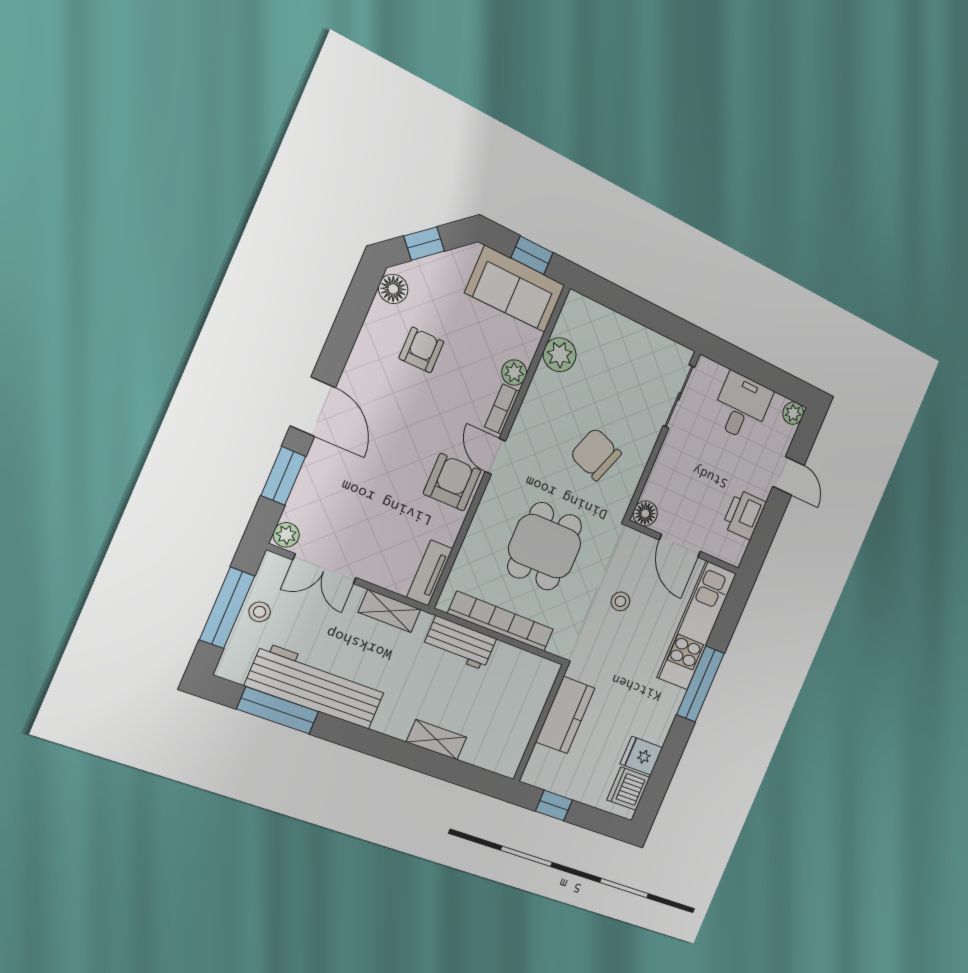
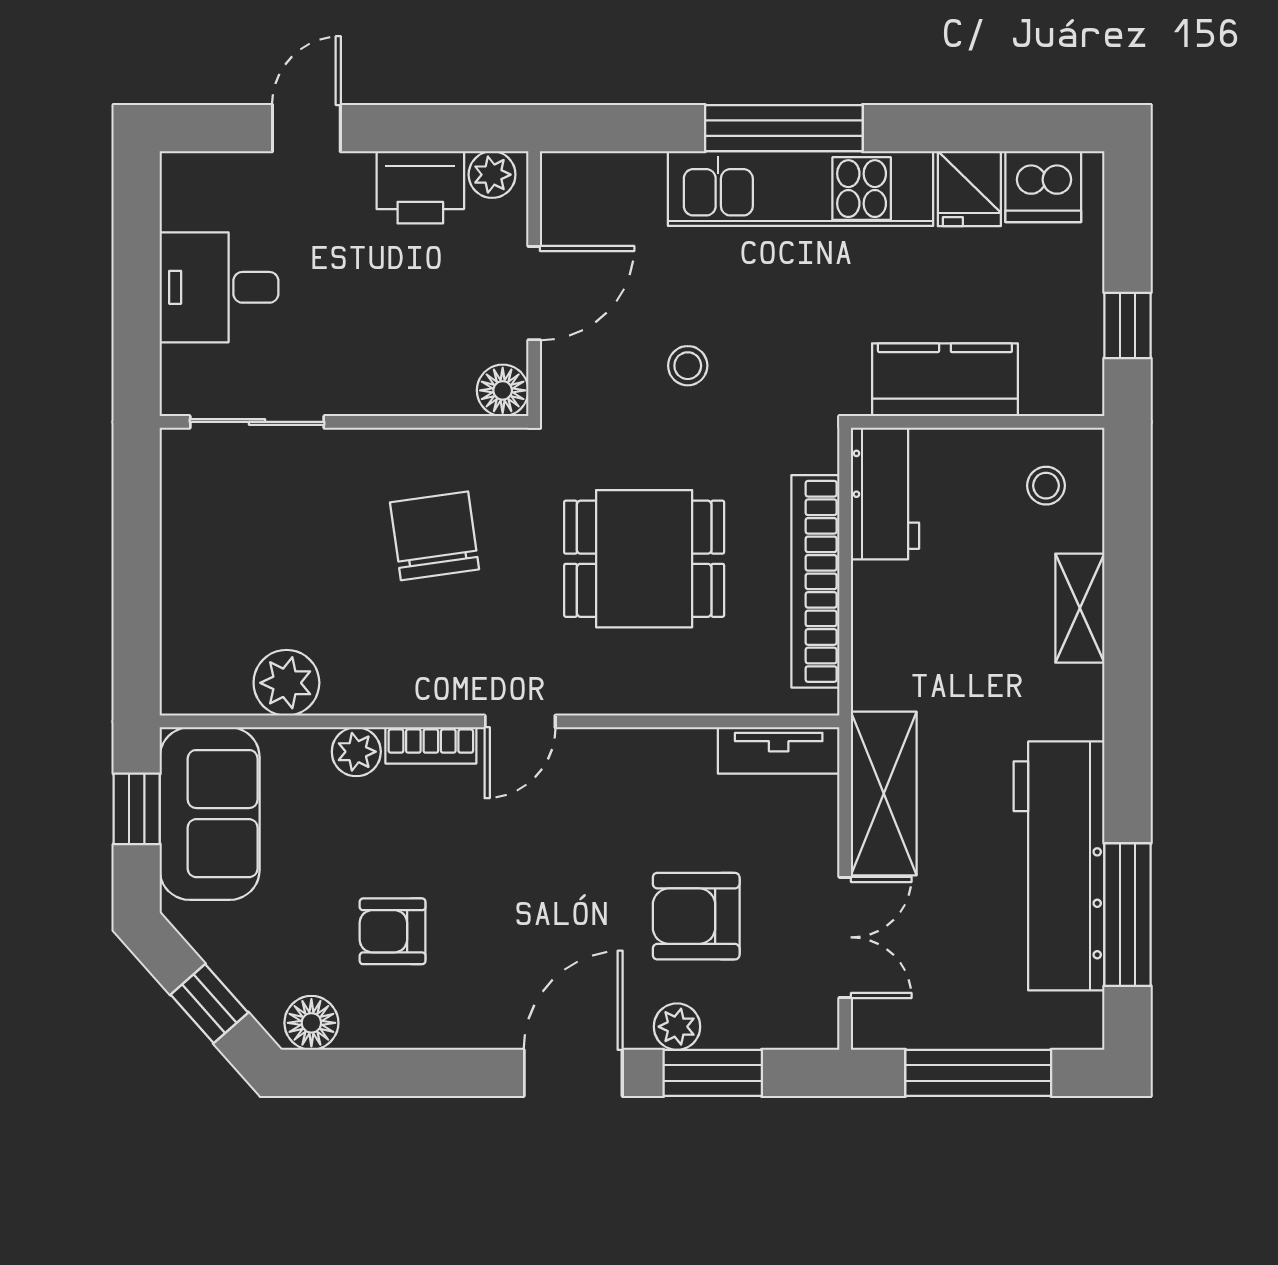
plant: (793, 413) -> (492, 175), moved
chair: (596, 454) -> (434, 536), turned 152
armchair: (452, 482) -> (696, 916), moved
plant: (286, 535) -> (677, 1027), moved
shelving: (389, 611) -> (884, 793), width x1.50, depth x1.33
stool: (260, 612) -> (1046, 486), moved
kitchen unit: (697, 625) -> (801, 189), moved
workbench: (460, 643) -> (885, 494), moved

